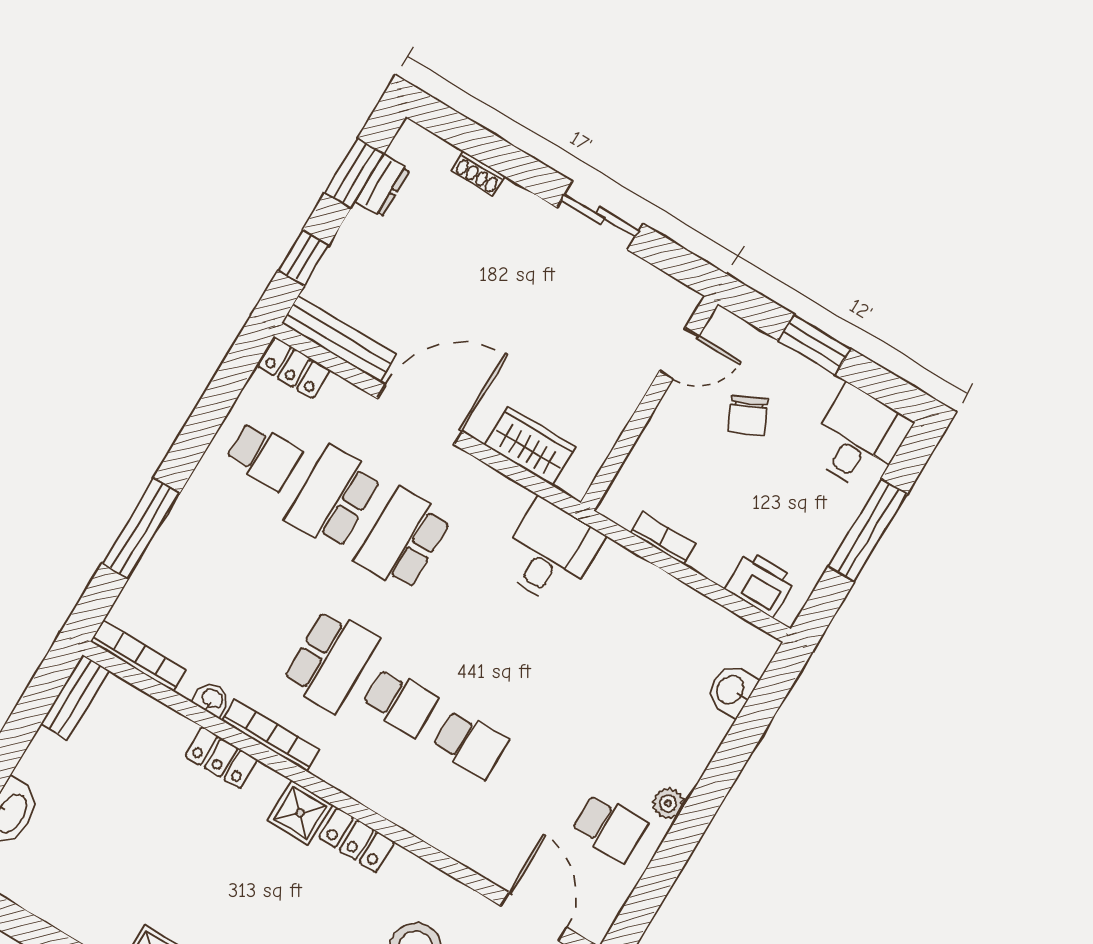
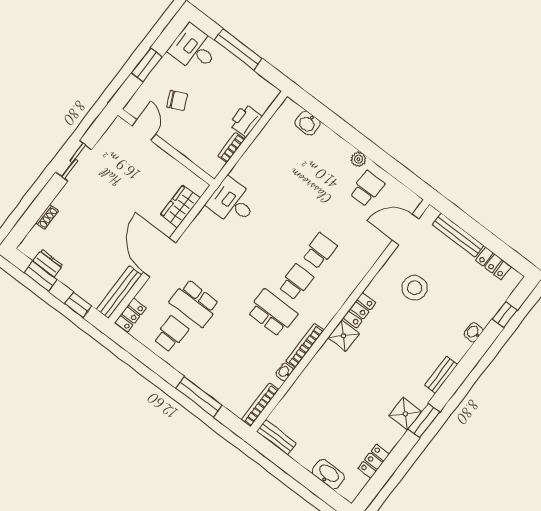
school desk: (403, 540) -> (218, 272), removed
printer: (760, 584) -> (245, 121), moved
locker: (221, 758) -> (374, 461), moved, turned 180

